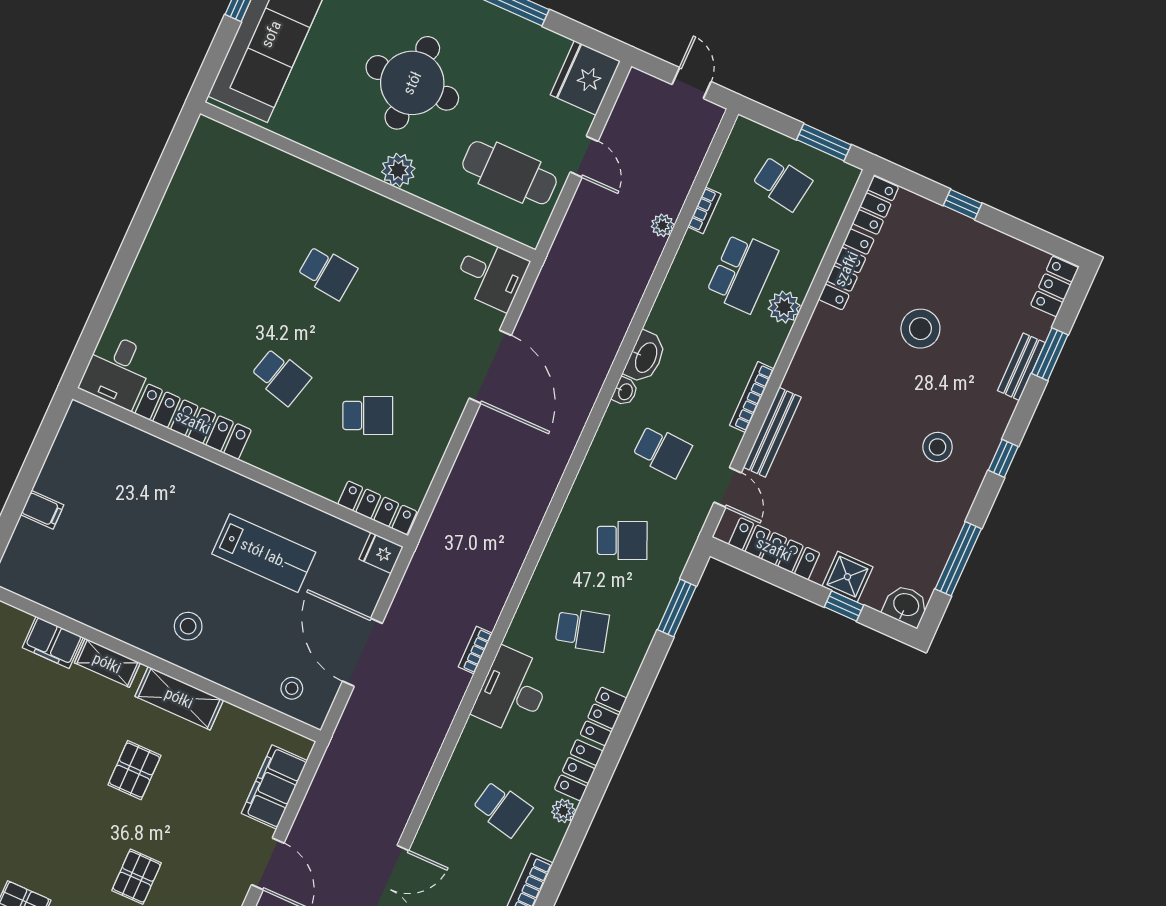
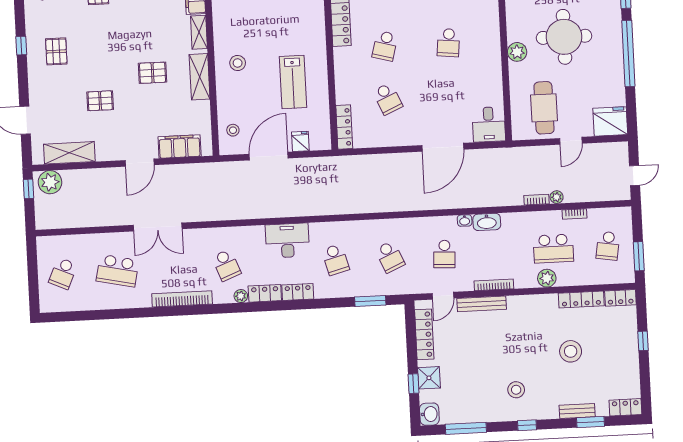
fridge: (381, 553) -> (300, 141), moved
bookcase: (475, 650) -> (537, 200), moved
school desk: (502, 809) -> (226, 265), turned -33

